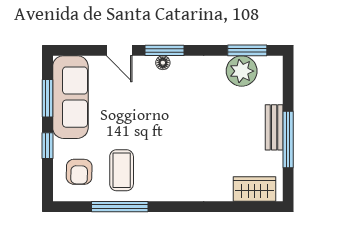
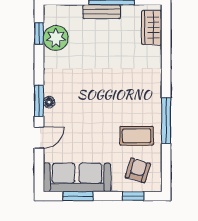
window: (247, 50) -> (39, 33), width x0.67
window: (48, 146) -> (133, 196), moved
armchair: (79, 172) -> (138, 170), turned -74
window: (120, 207) -> (166, 121), moved

